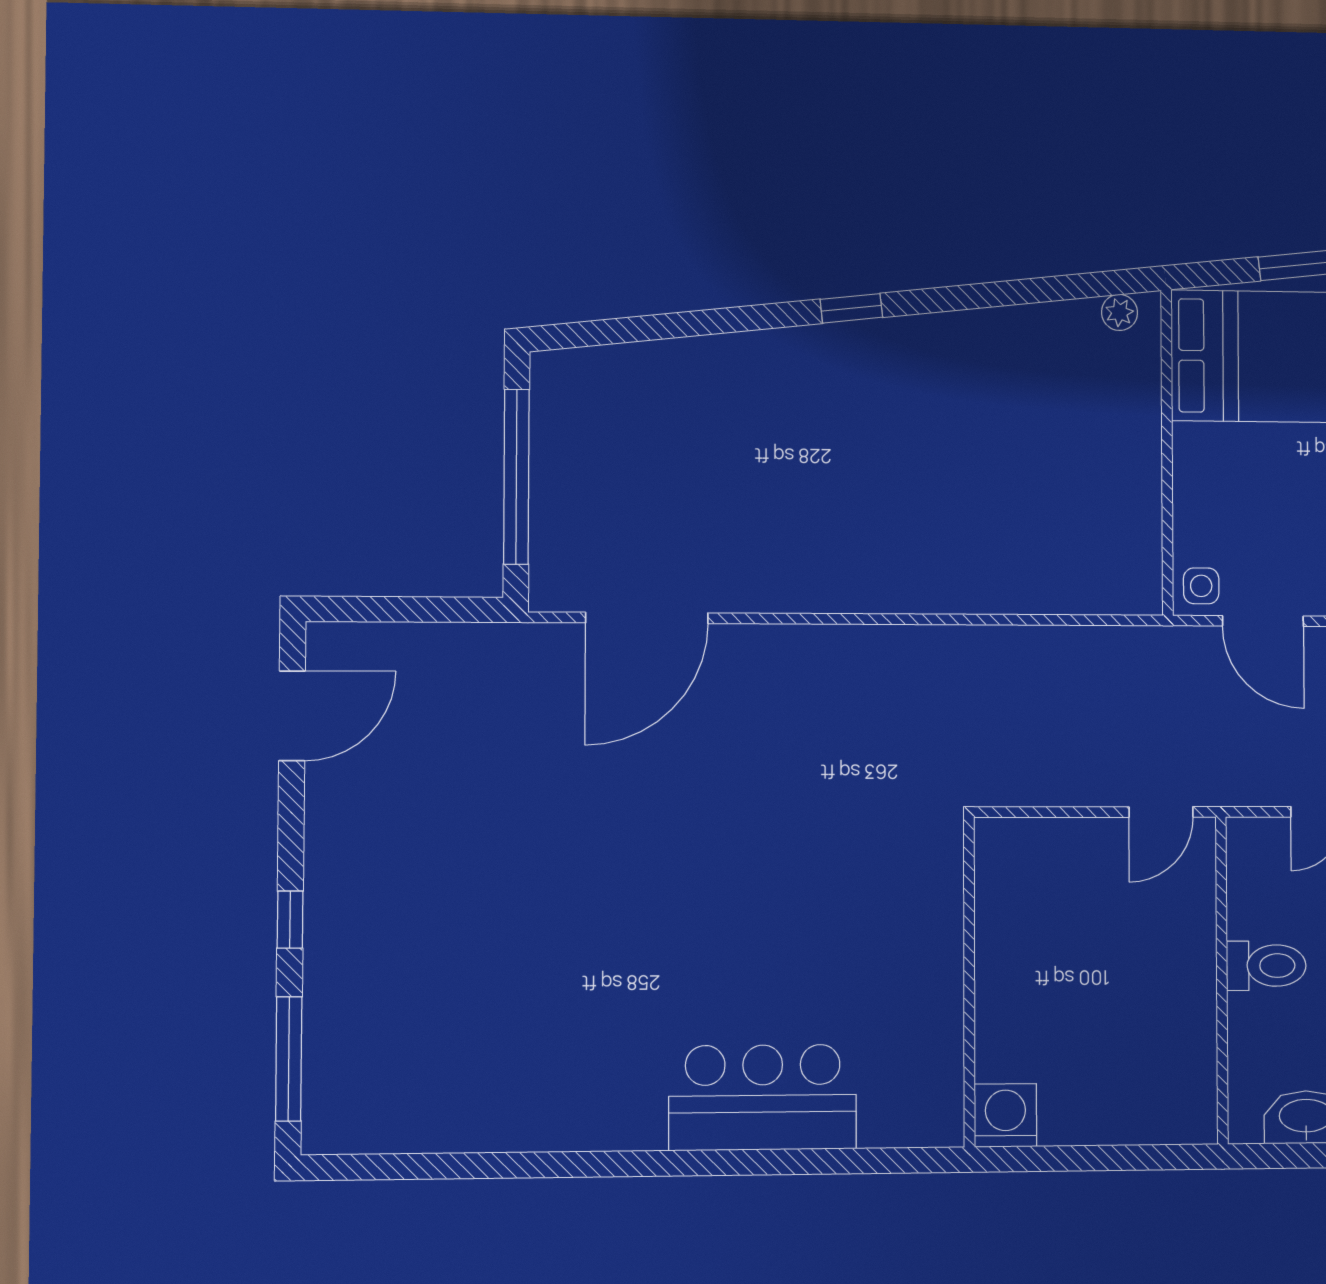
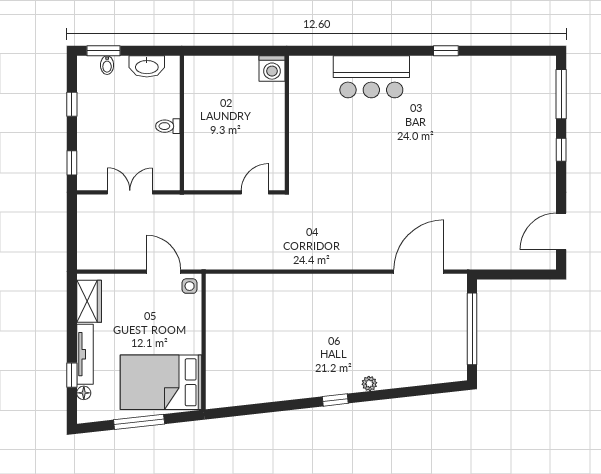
plant: (1119, 312) -> (369, 384), moved
door: (1161, 812) -> (255, 192), moved
toilet: (1266, 966) -> (168, 126), width x0.73, depth x0.72
window: (578, 1164) -> (446, 51), added

